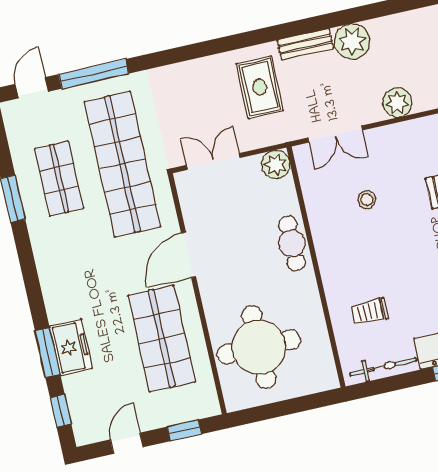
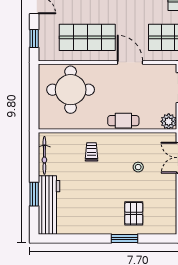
trolley: (370, 312) -> (91, 152), moved

